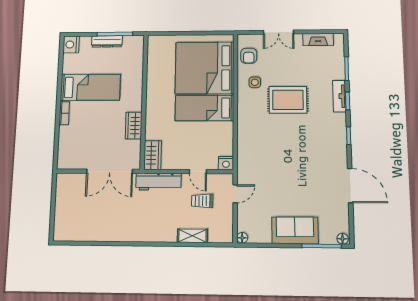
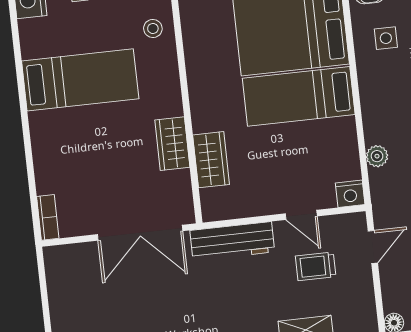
stool: (132, 65) -> (153, 28), added
bookcase: (64, 113) -> (48, 217), moved
plant: (243, 144) -> (377, 156), added
wardrobe: (153, 155) -> (211, 160), moved

